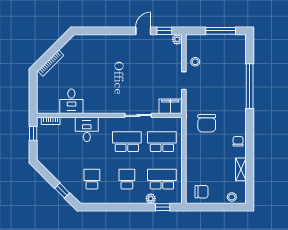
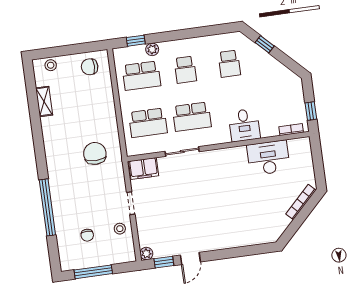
desk: (71, 101) -> (268, 158), width x1.37
chair: (238, 141) -> (87, 235), moved

